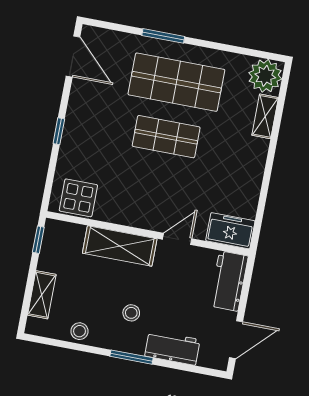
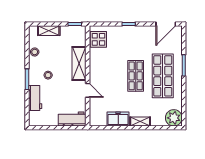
shelving: (265, 116) -> (140, 121), moved
freezer: (230, 231) -> (118, 119), moved, turned -90
door: (236, 340) -> (45, 128), removed

